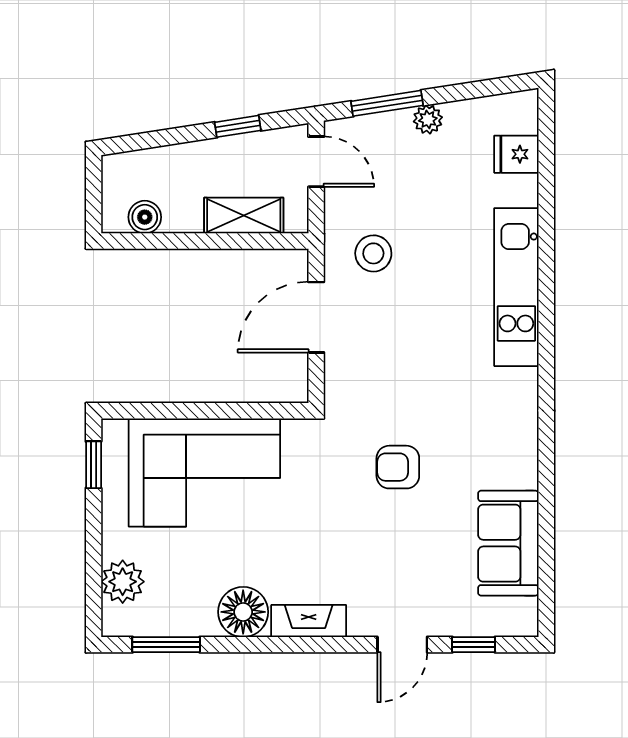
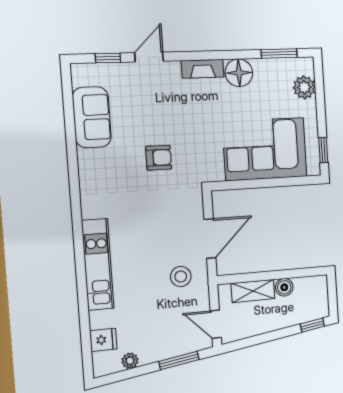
plant: (428, 119) -> (130, 361), moved
window: (238, 126) -> (312, 325), moved
boiler: (145, 217) -> (284, 287), moved

